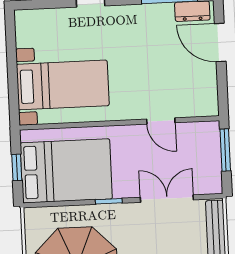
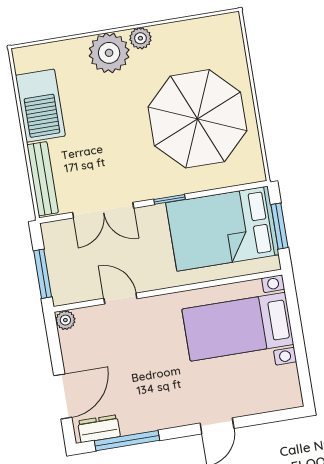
door: (220, 42) -> (63, 396), hinge flipped
plant: (210, 108) -> (65, 320), added
window: (17, 167) -> (280, 226), width x1.50

